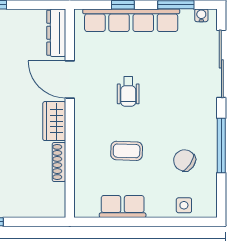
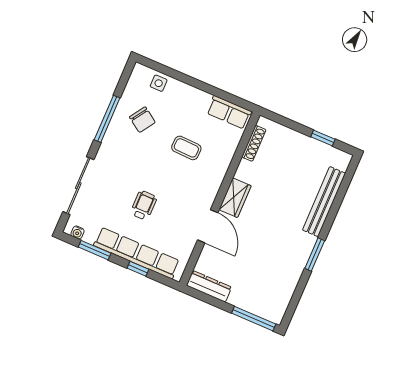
dresser: (56, 33) -> (209, 286), moved, turned -90
wheelchair: (128, 92) -> (144, 205), moved
shoe rack: (59, 162) -> (254, 143), moved
row of seats: (123, 207) -> (229, 112), moved

